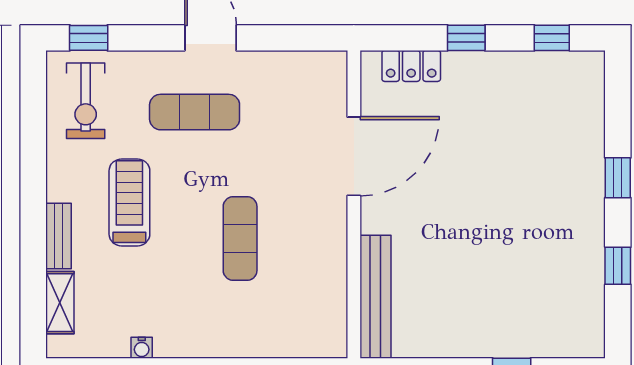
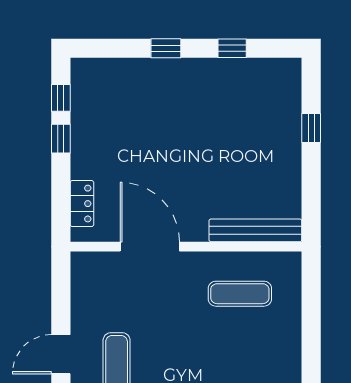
window: (466, 38) -> (61, 139), moved
exercise mat: (240, 239) -> (240, 294), moved

